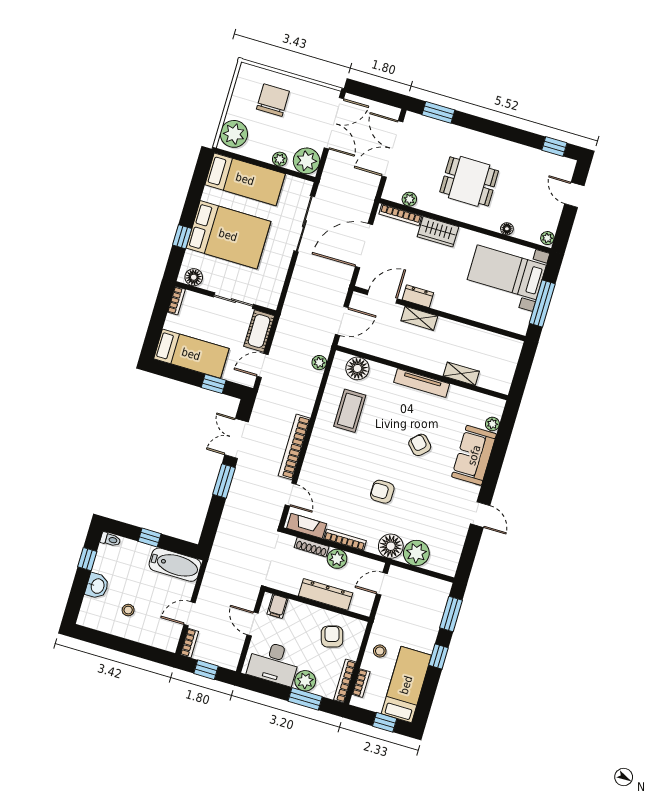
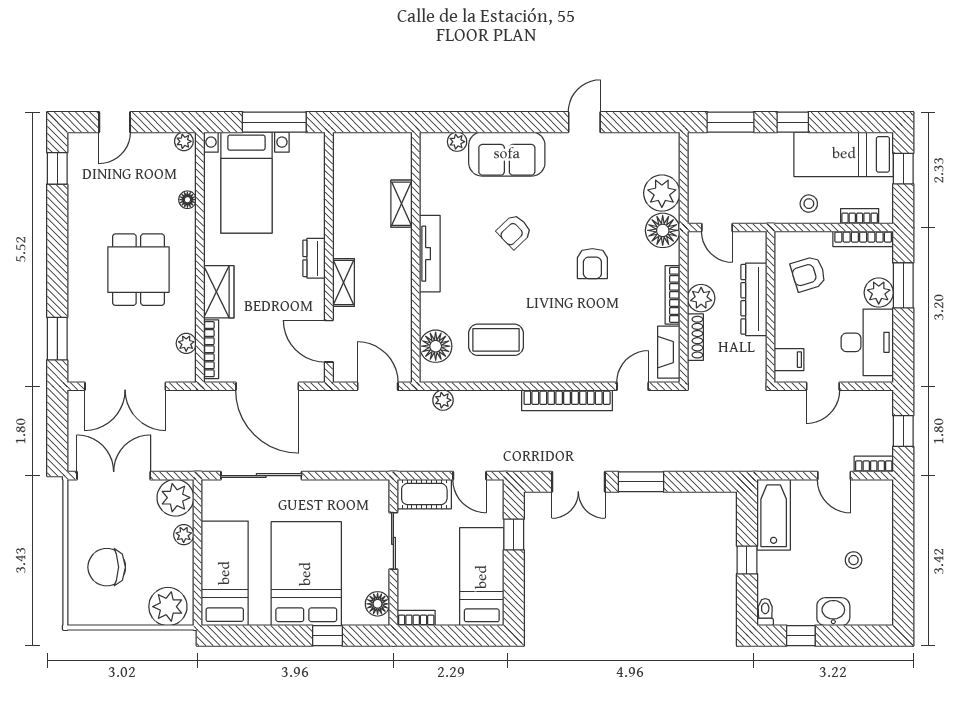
dresser: (418, 296) -> (314, 258), moved

